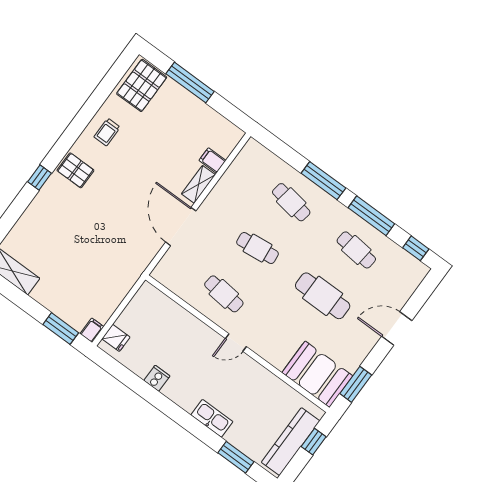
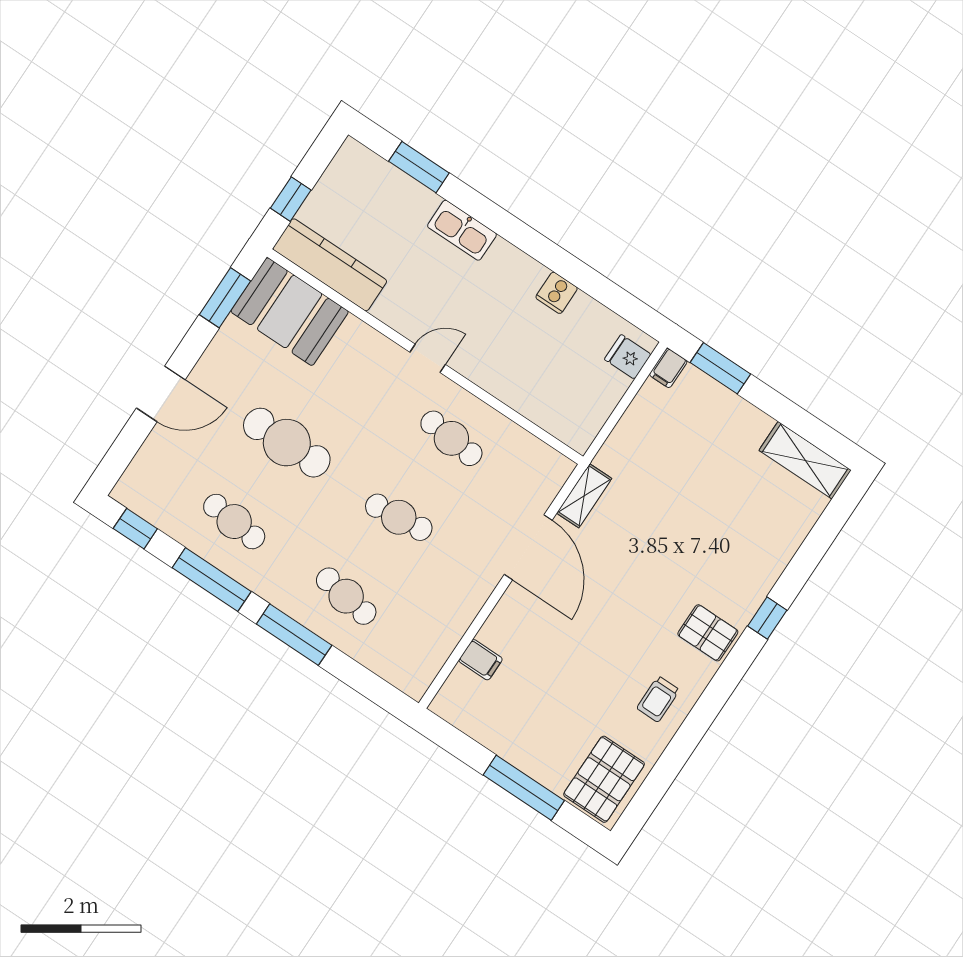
trolley: (107, 132) -> (658, 699), turned 180
shelving: (198, 184) -> (584, 496), moved
kitchen counter: (291, 442) -> (330, 265), moved, turned -90

